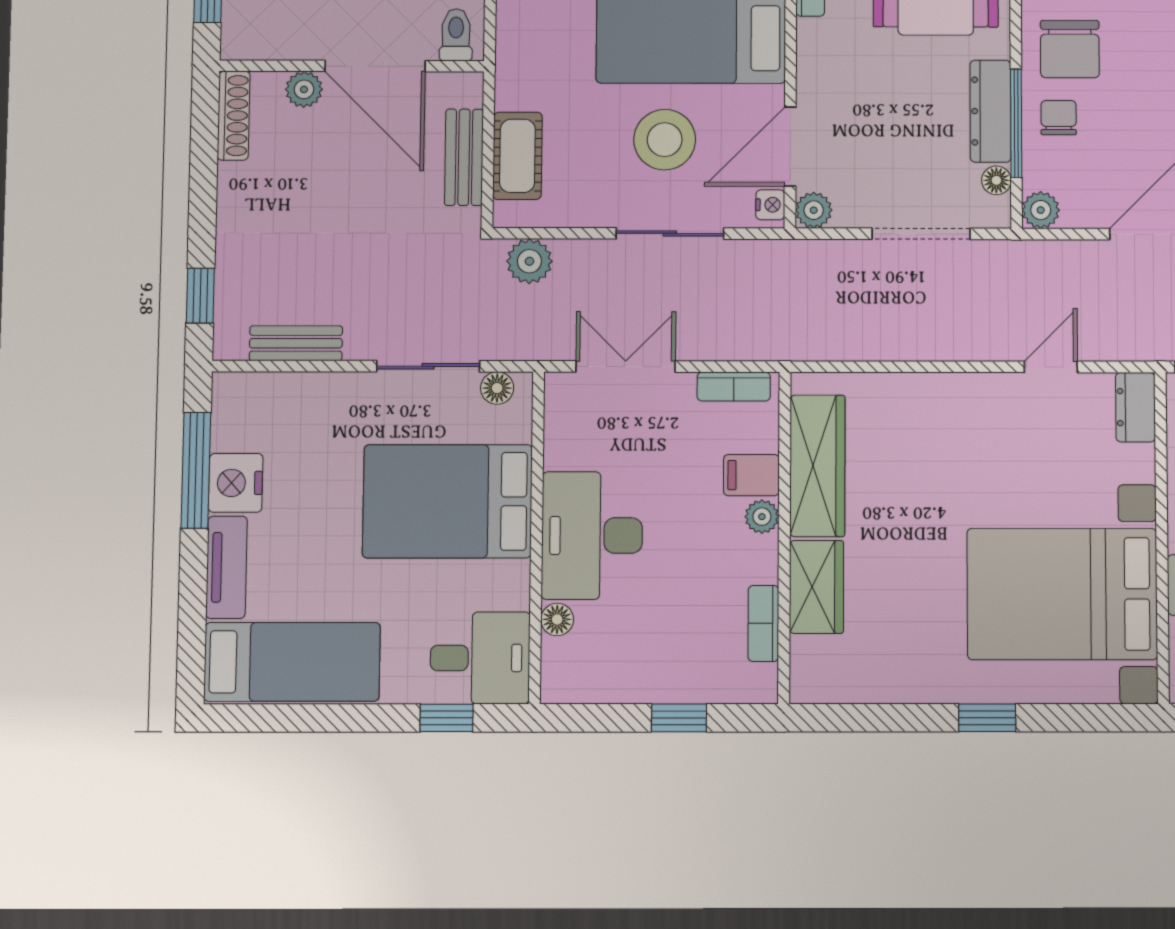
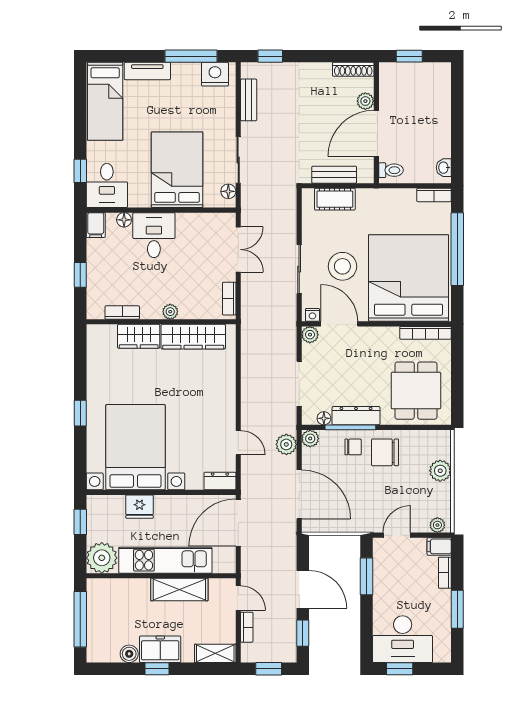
plant: (529, 261) -> (286, 444), moved
filing cabinet: (751, 475) -> (96, 225), moved, turned 180
nightstand: (236, 483) -> (215, 74), moved
desk: (592, 535) -> (154, 235), width x0.73

